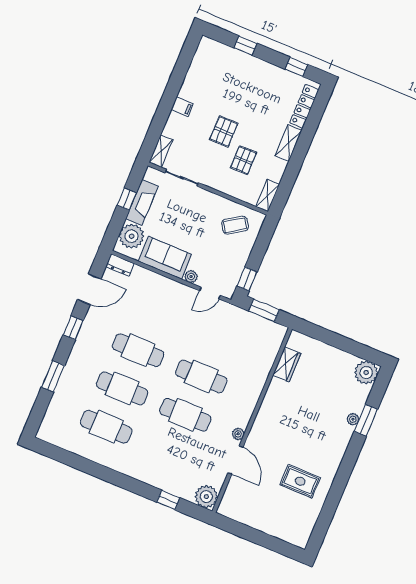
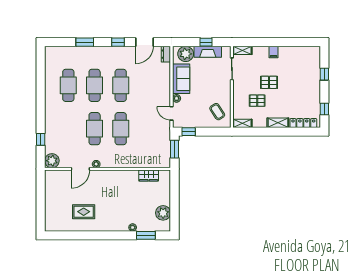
door: (89, 289) -> (144, 42), hinge flipped
plant: (366, 372) -> (163, 213), moved
window: (366, 420) -> (146, 235), moved
rug: (300, 481) -> (84, 212), turned 90

